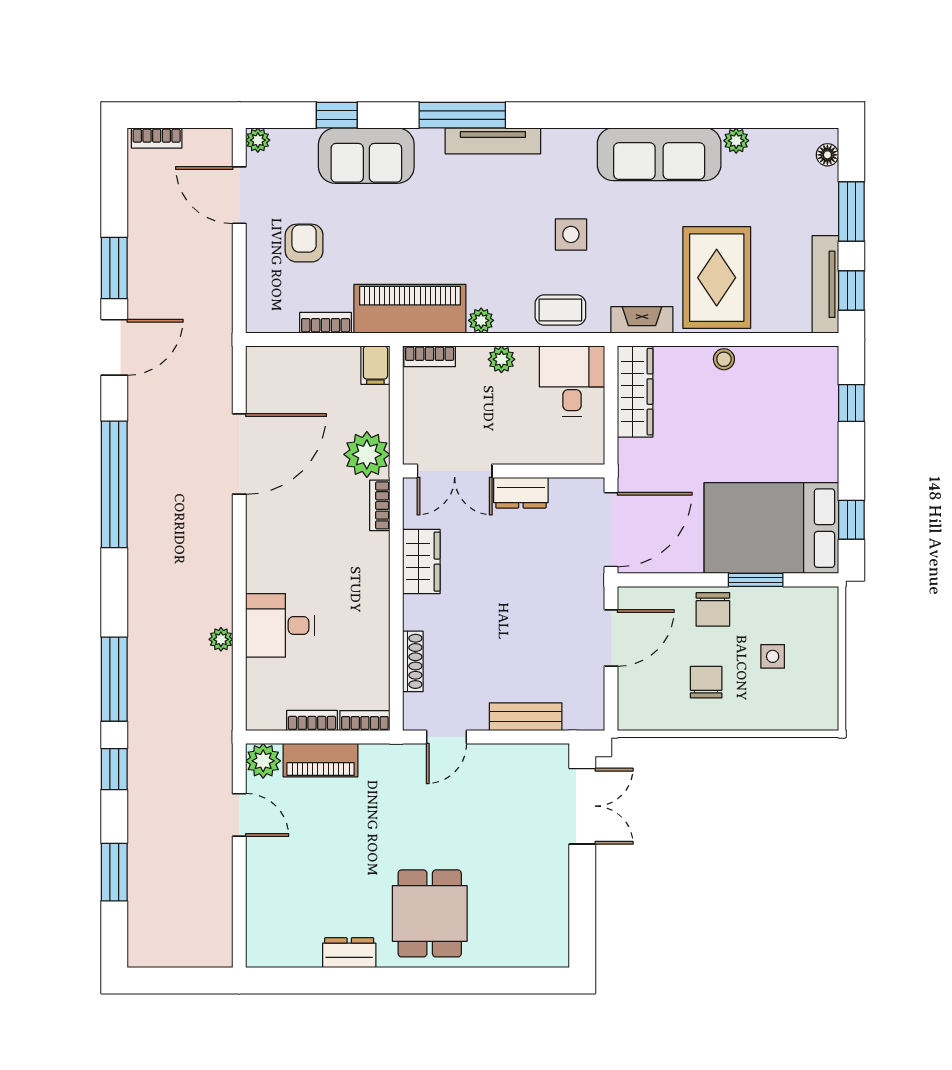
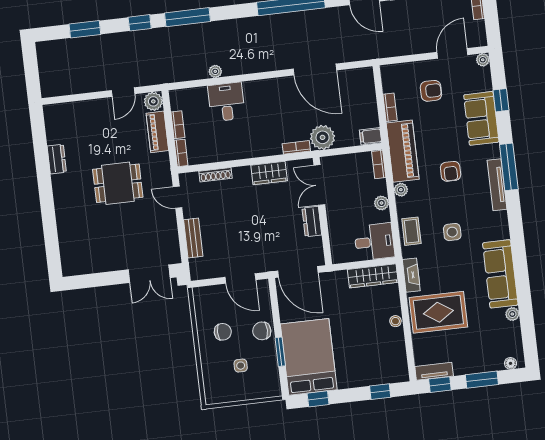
armchair: (458, 224) -> (451, 171), added
tv unit: (825, 284) -> (434, 371), width x0.71
dining table: (430, 913) -> (118, 183), moved

